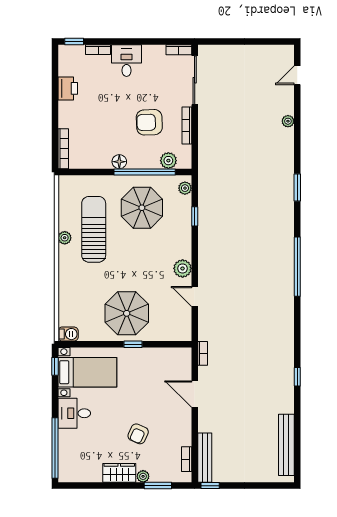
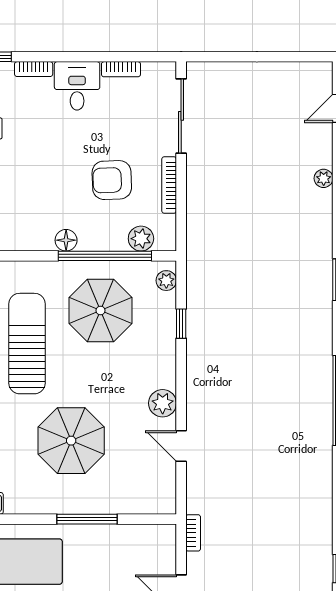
bookcase: (179, 50) -> (121, 69), moved
parasol: (127, 313) -> (71, 441), moved
window: (133, 344) -> (87, 519), width x2.17

